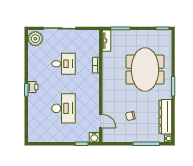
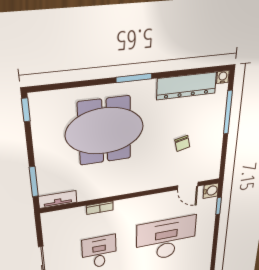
desk: (63, 108) -> (166, 239), width x1.36, depth x1.30
door: (101, 121) -> (188, 186), swing flipped

